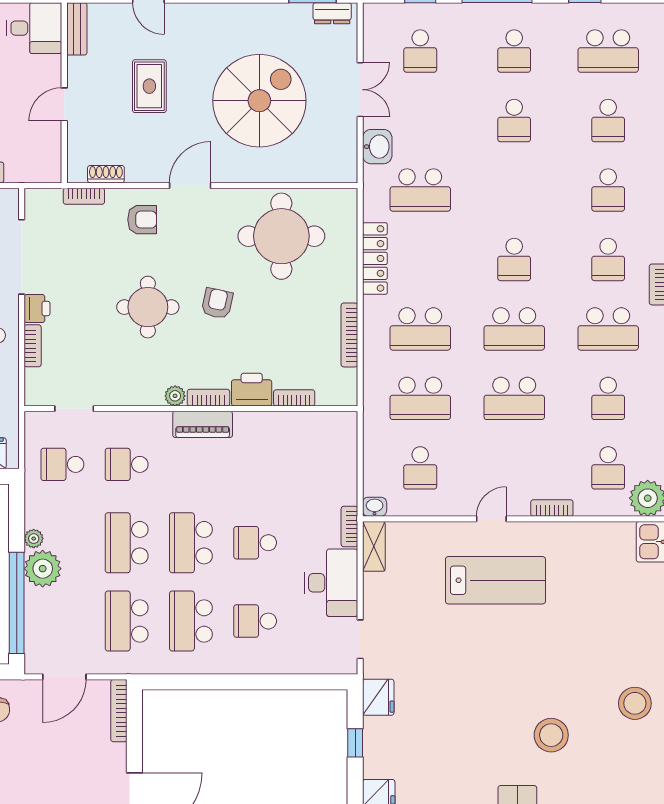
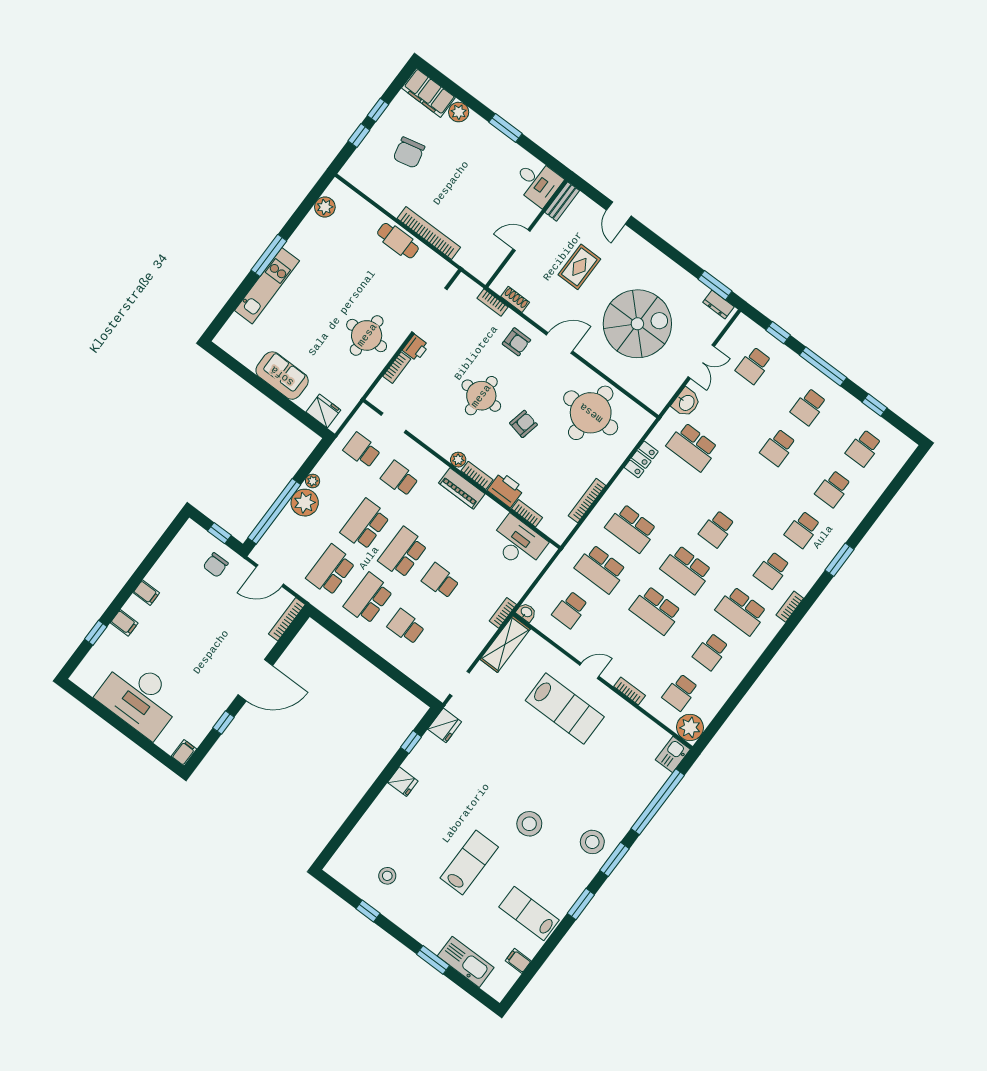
school desk: (608, 51) -> (864, 448), width x0.54
locker: (375, 258) -> (641, 459), width x0.66
shelving: (374, 546) -> (505, 644), width x1.50, depth x1.33
desk: (331, 583) -> (518, 543), moved, turned -90

